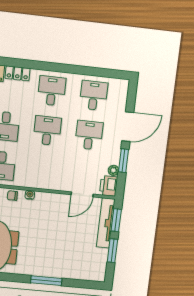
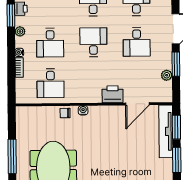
desk: (89, 135) -> (137, 42), turned 180
printer: (109, 186) -> (113, 94), moved, turned 90

